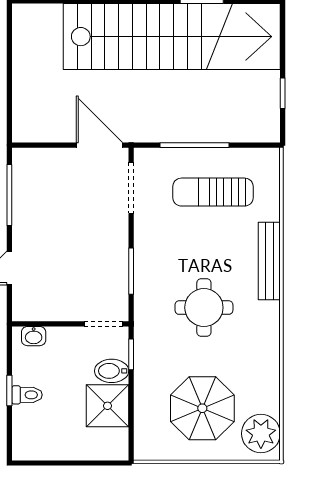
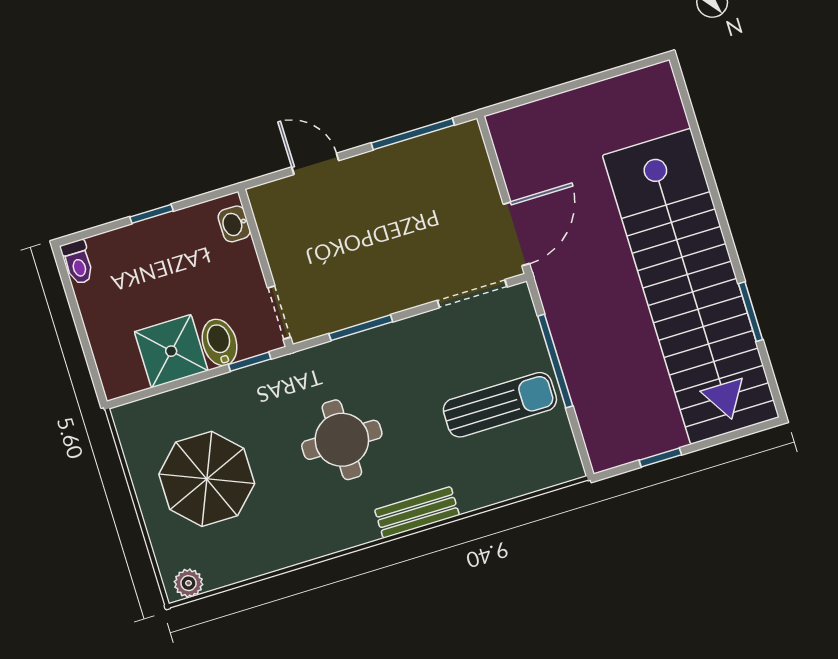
sun lounger: (213, 192) -> (500, 405), turned 90
bench: (269, 261) -> (417, 512), width x0.73
toilet: (27, 395) -> (78, 262), moved
plant: (261, 434) -> (188, 583), width x0.53, depth x0.53

